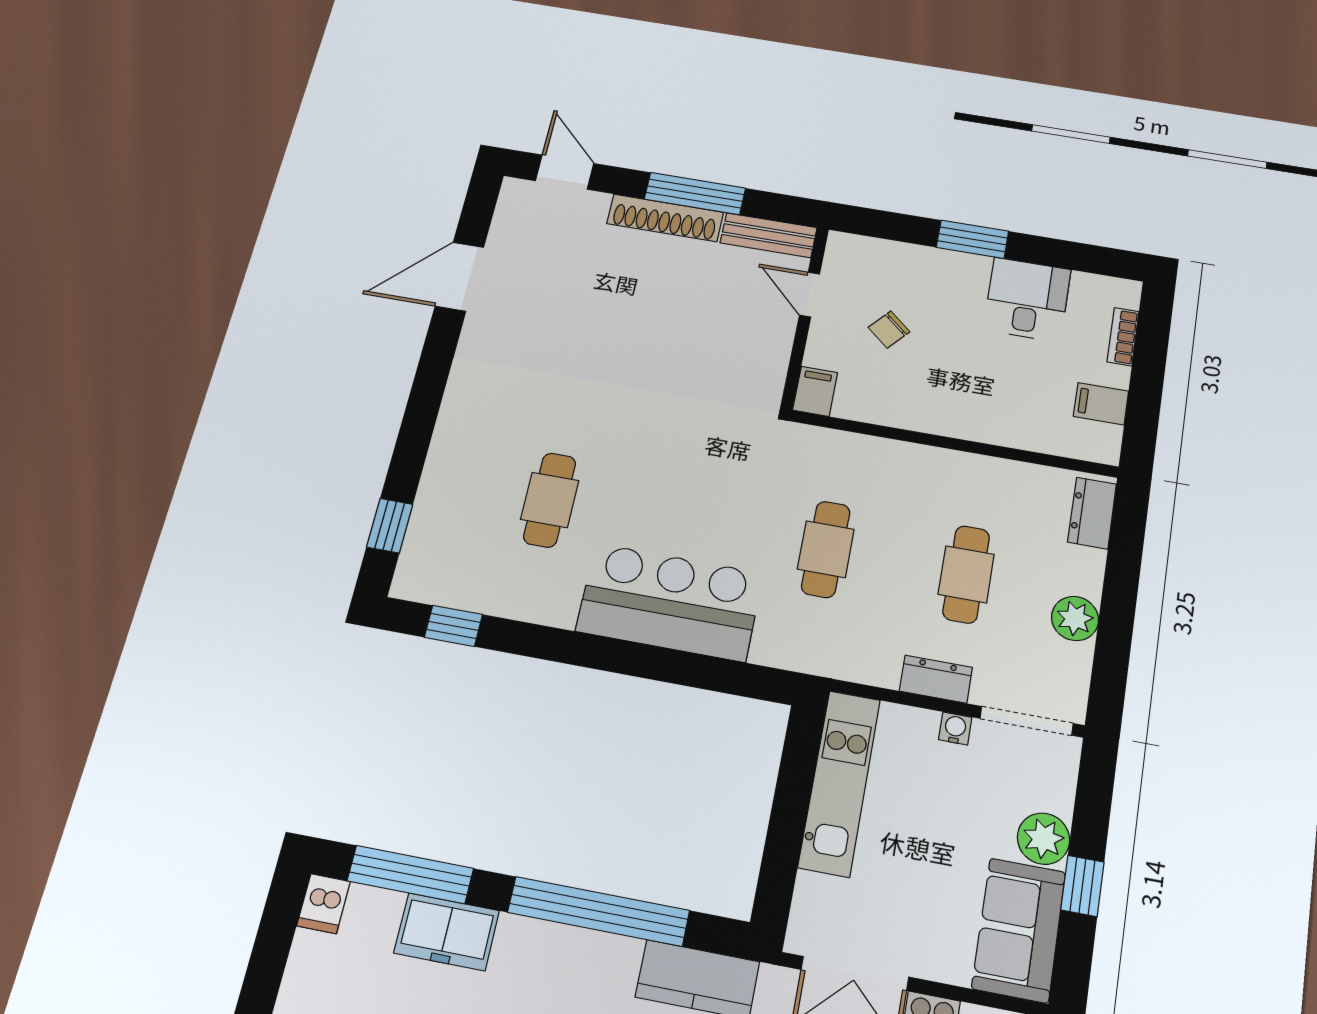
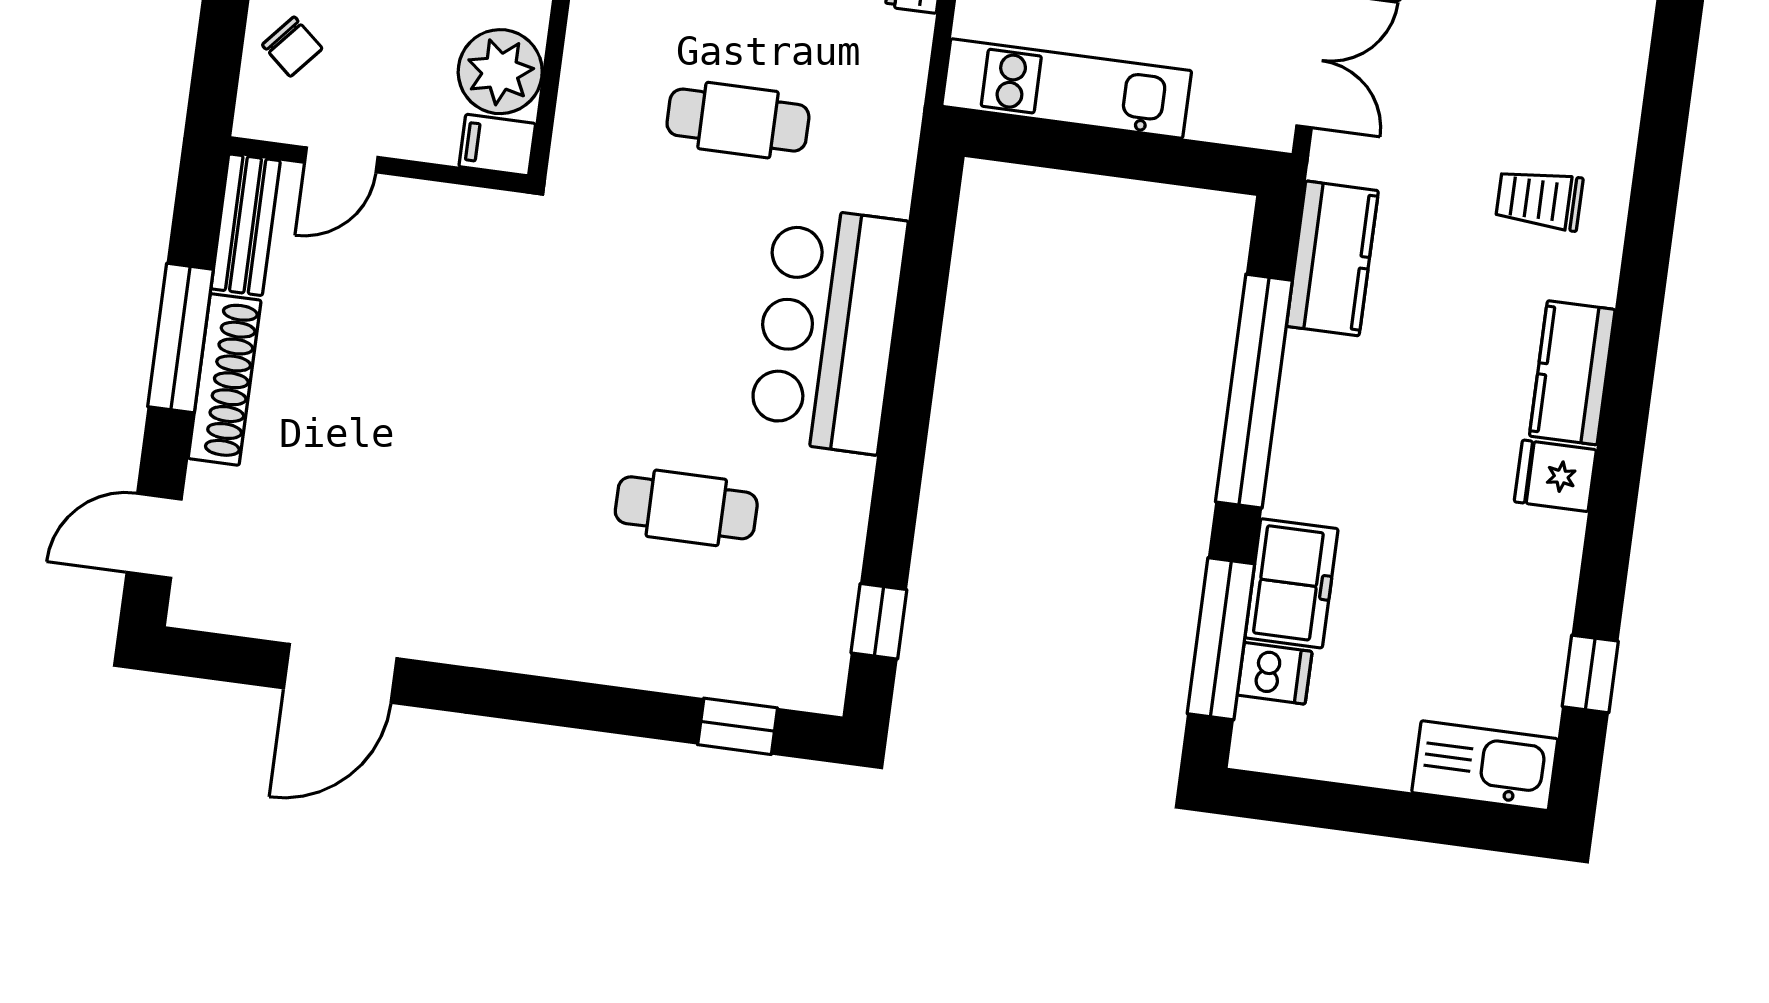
door: (459, 277) -> (340, 673), hinge flipped
chair: (889, 330) -> (292, 47), moved
plant: (867, 396) -> (500, 72), added
dishwasher: (323, 904) -> (1275, 673), moved

